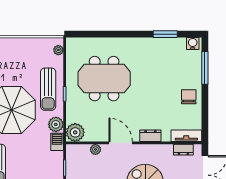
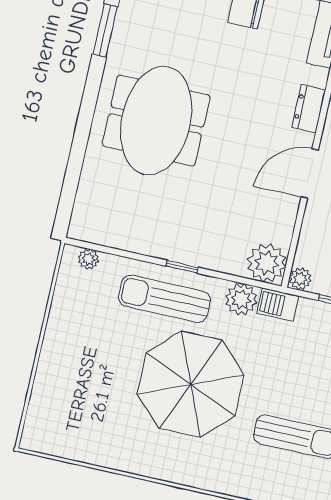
meeting table: (104, 79) -> (156, 121), moved
sun lounger: (48, 89) -> (164, 299), turned 180
plant: (95, 149) -> (300, 279), moved

